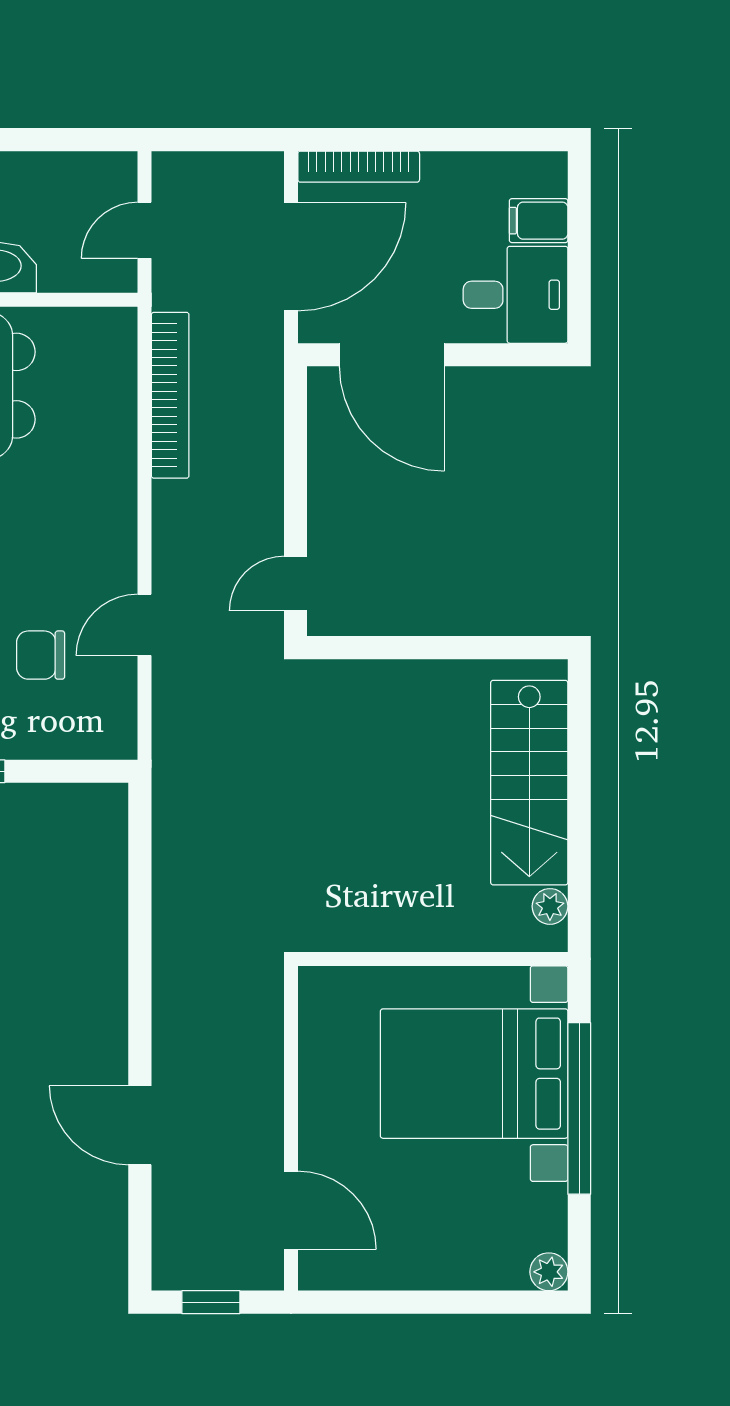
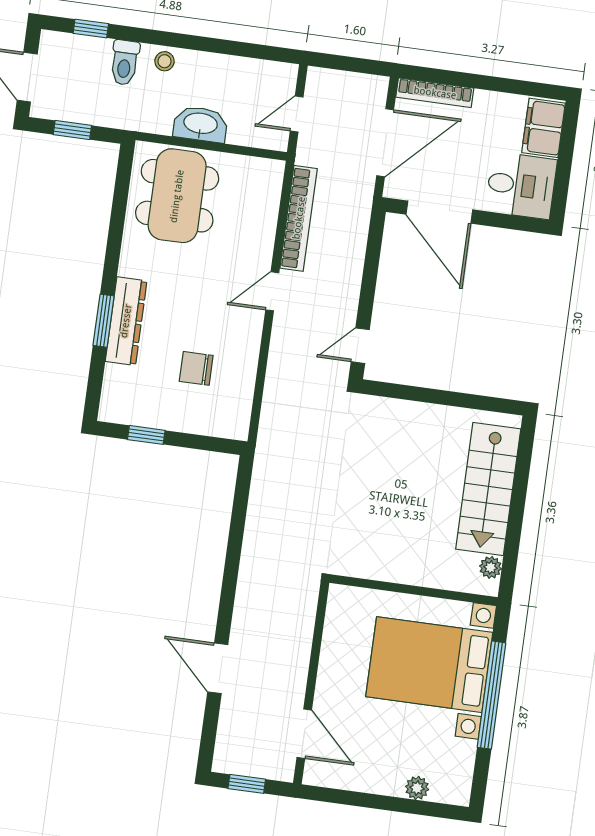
filing cabinet: (539, 221) -> (544, 128), width x2.00
door: (144, 625) -> (272, 291), moved
plant: (549, 1272) -> (417, 788), moved

